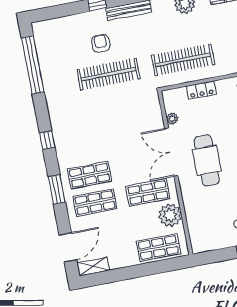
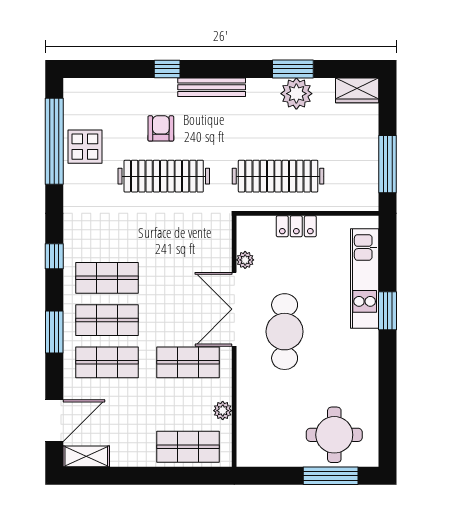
display table: (53, 65) -> (85, 147), added
shop shelf: (84, 148) -> (107, 278), added
plant: (170, 215) -> (223, 411), width x0.53, depth x0.53

